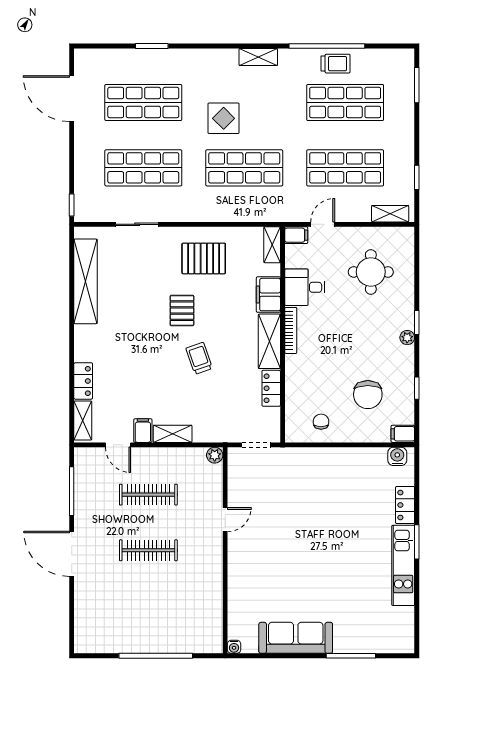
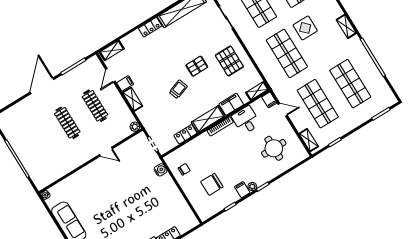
trolley: (336, 64) -> (367, 67), removed
locker: (83, 381) -> (150, 27), moved
filing cabinet: (403, 434) -> (242, 190), moved
water cooler: (397, 456) -> (161, 170), moved

